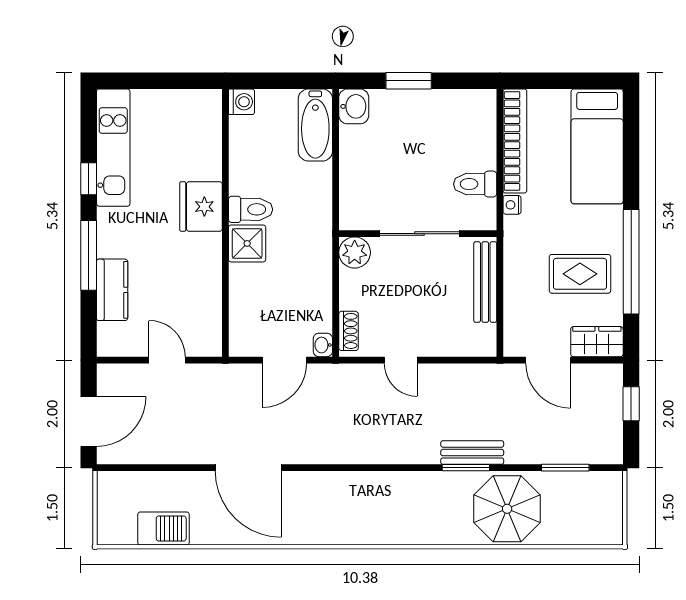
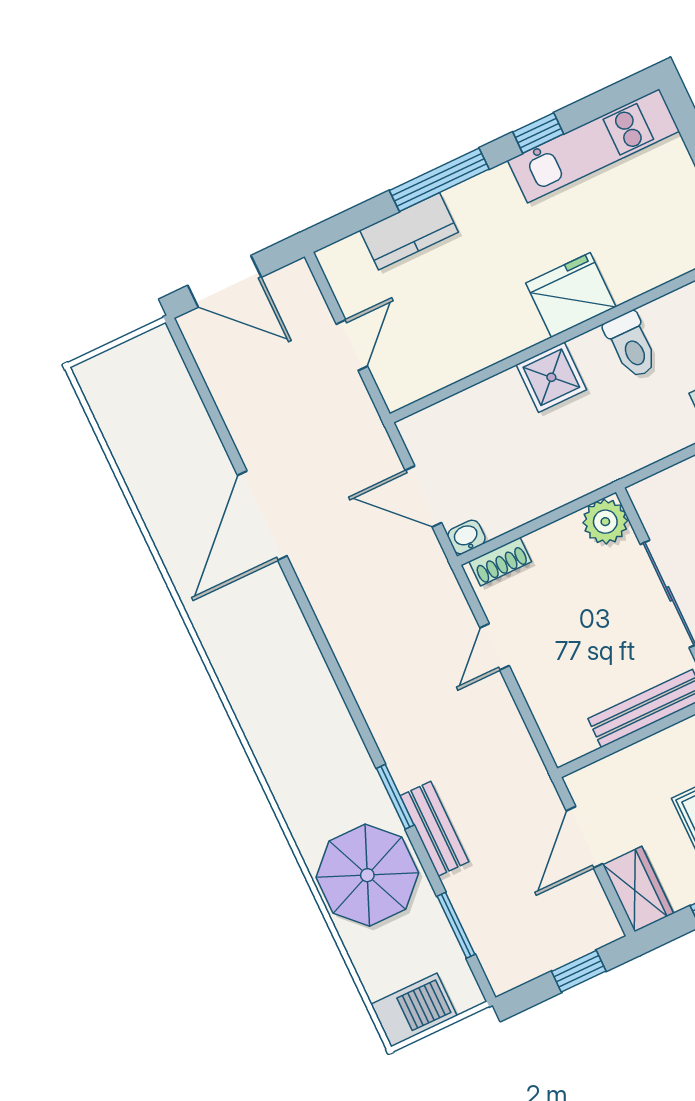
toilet: (251, 209) -> (631, 345), moved
bench: (472, 453) -> (434, 829), moved
barbecue: (164, 528) -> (414, 1010), moved, turned -90

